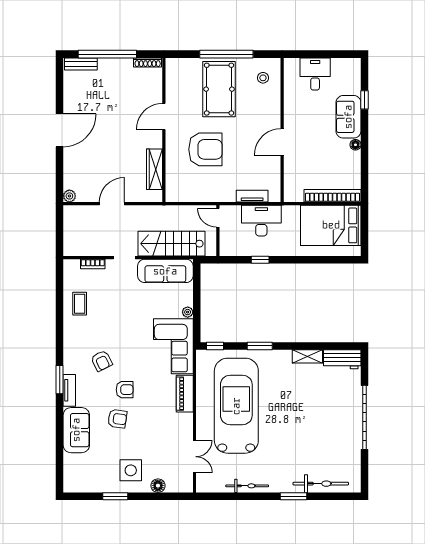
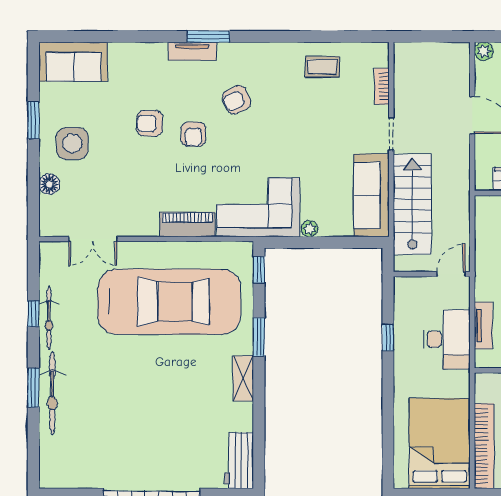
shelving: (307, 356) -> (243, 378), moved
armchair: (117, 419) -> (150, 123), turned 82
sofa: (76, 430) -> (74, 62), moved
bicycle: (321, 484) -> (52, 393), moved
window: (244, 496) -> (33, 314), added

